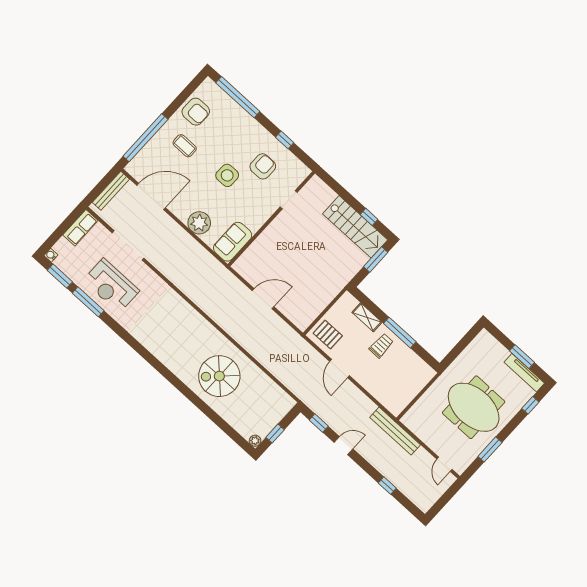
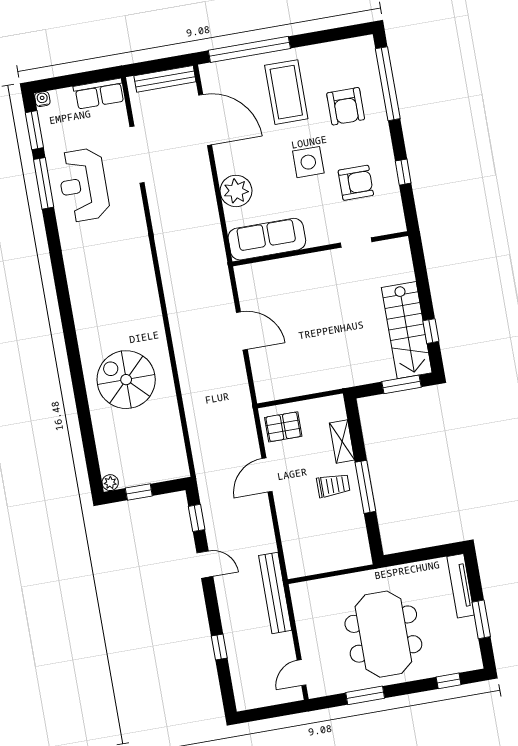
armchair: (196, 112) -> (346, 106), moved
coffee table: (185, 146) -> (286, 92), width x1.86, depth x1.72
sofa: (233, 242) -> (267, 239), width x1.36
pallet: (328, 335) -> (283, 427), turned 90
tv unit: (524, 373) -> (461, 586), moved

